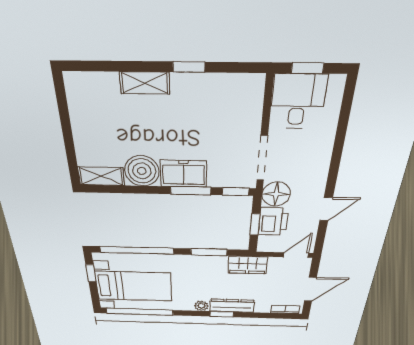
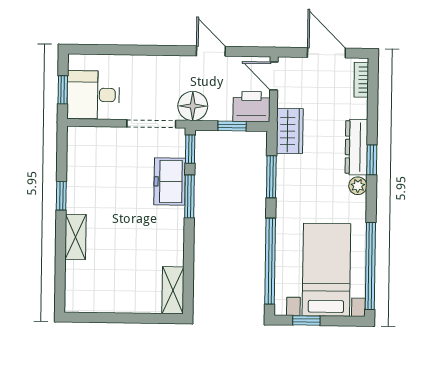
boiler: (142, 171) -> (166, 247), removed
freezer: (183, 174) -> (170, 182), moved
printer: (273, 221) -> (251, 107), moved

